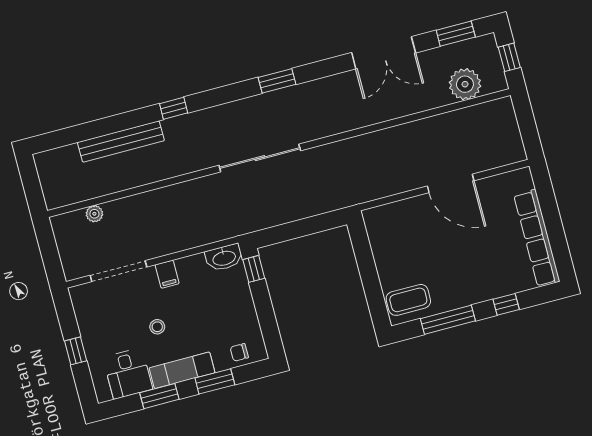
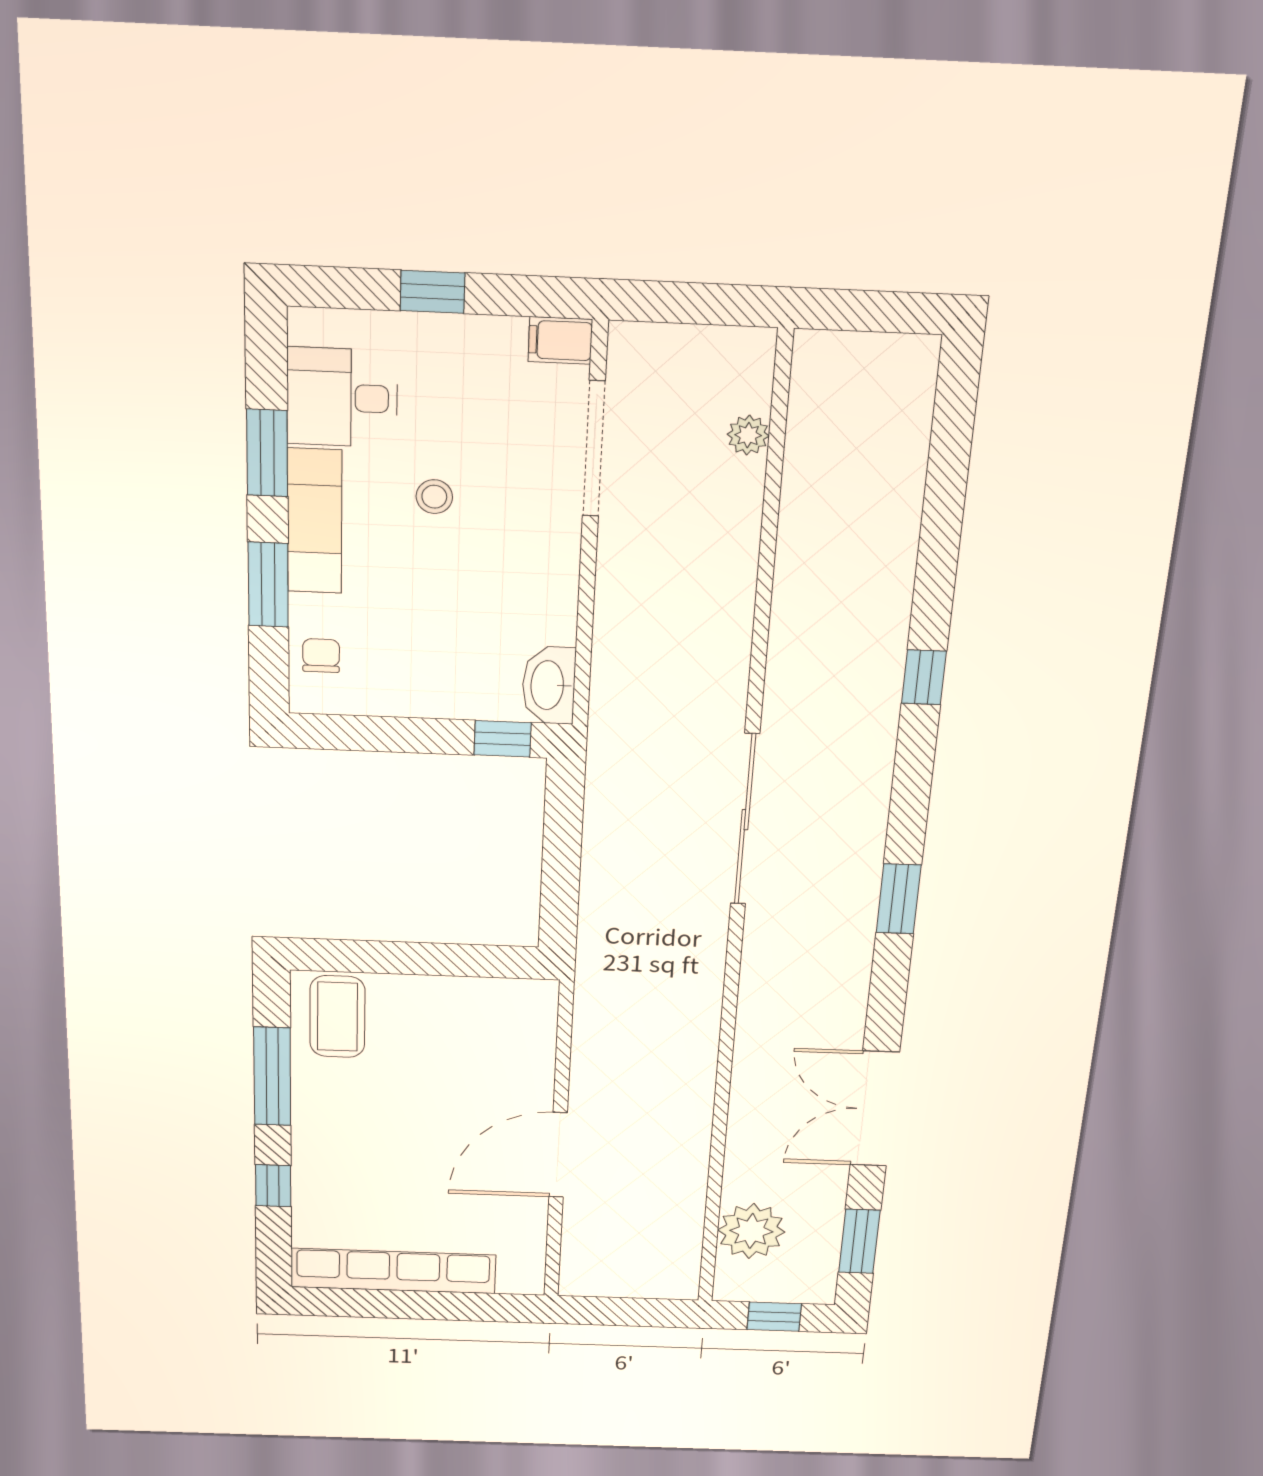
bench: (121, 141) -> (894, 544), removed
filing cabinet: (167, 274) -> (560, 340), moved

